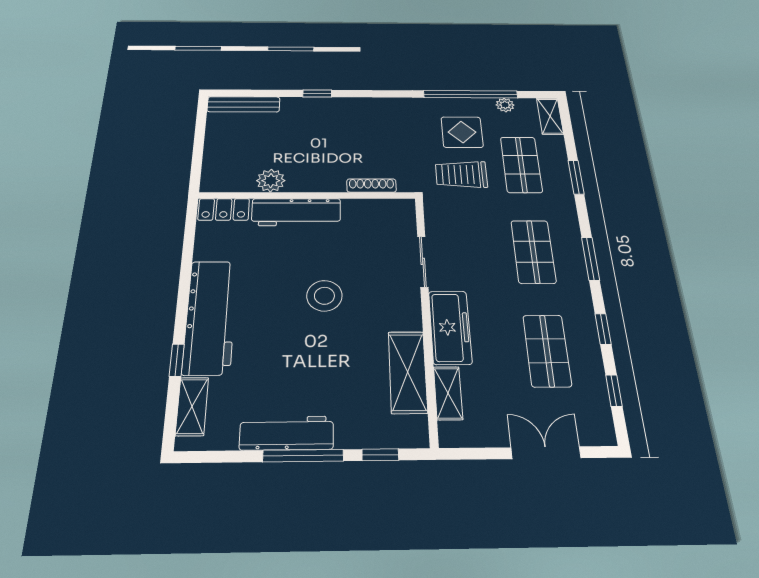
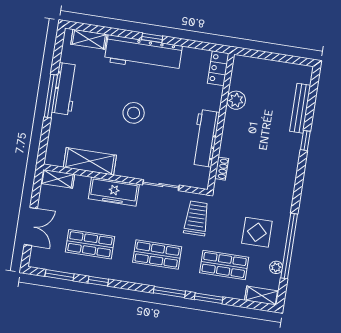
bench: (244, 104) -> (300, 108), moved
trolley: (461, 174) -> (196, 218), moved
shoe rack: (371, 186) -> (222, 169), width x0.70
workbench: (296, 212) -> (205, 138), moved
window: (591, 259) -> (169, 292), moved
stool: (324, 296) -> (134, 113), moved
window: (177, 360) -> (152, 38), moved
window: (614, 391) -> (60, 275), width x1.50
shelving: (448, 393) -> (58, 179), moved
window: (380, 455) -> (44, 137), removed

